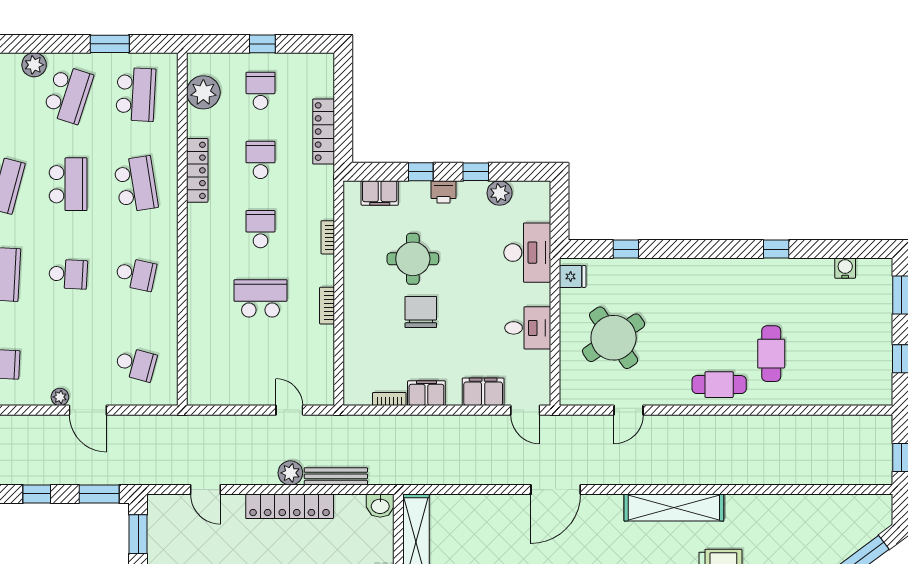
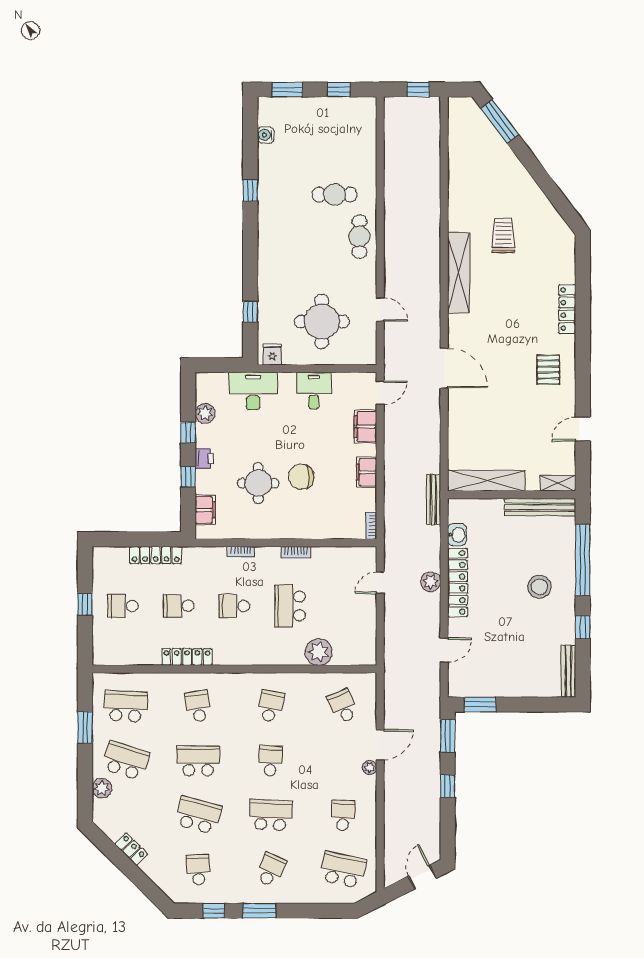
plant: (203, 92) -> (319, 652), moved
school desk: (136, 184) -> (198, 706), width x0.54
round table: (614, 338) -> (322, 321), turned 34
school desk: (136, 364) -> (343, 706), turned -39
bookcase: (389, 399) -> (371, 526), moved
bench: (336, 476) -> (433, 500), moved
washbasin: (380, 506) -> (457, 535), moved

